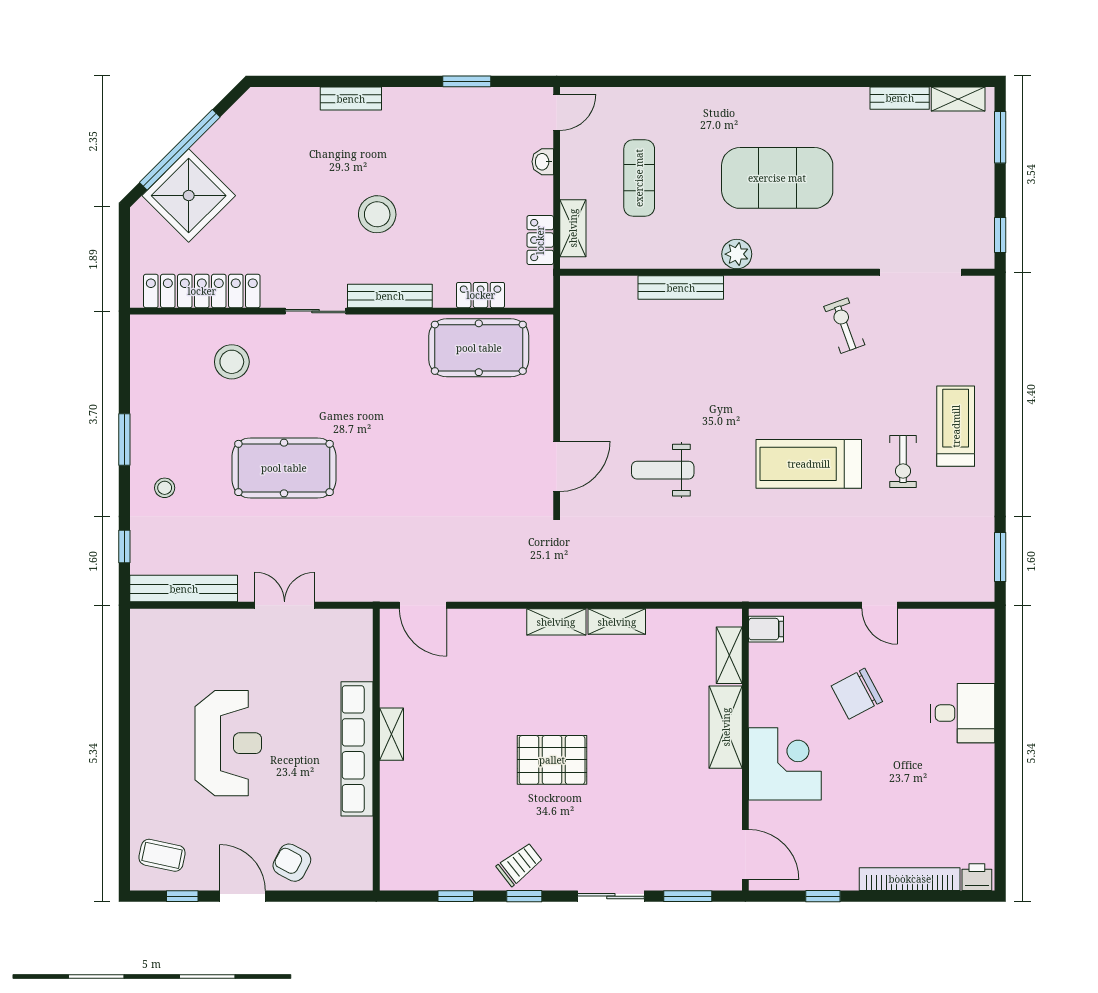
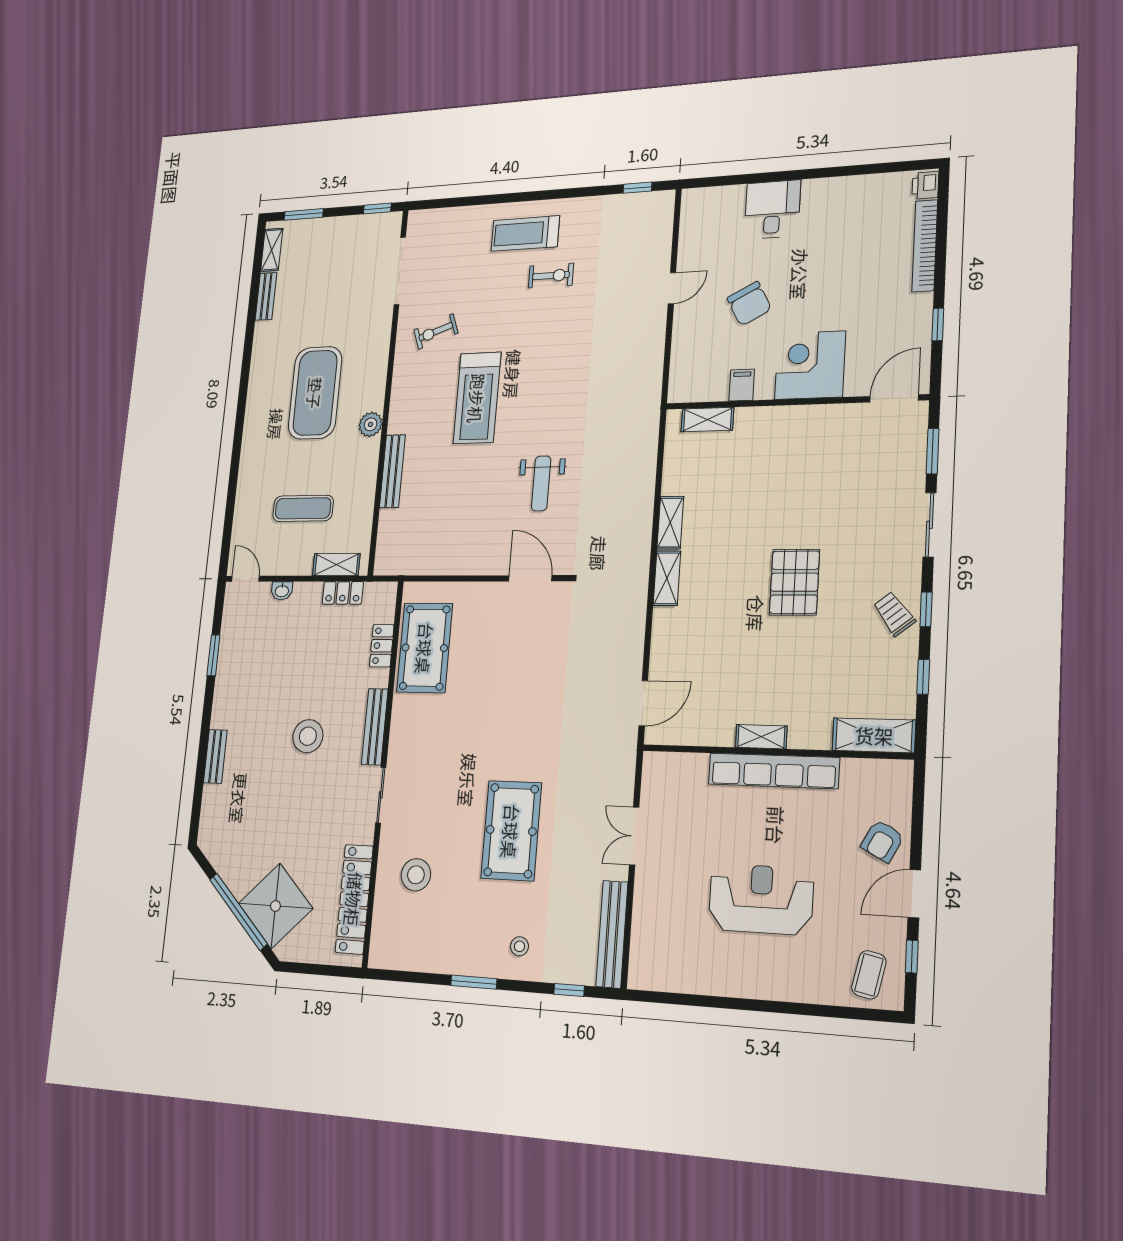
treadmill: (809, 464) -> (477, 398), moved
window: (1000, 557) -> (638, 188), width x0.67
filing cabinet: (766, 629) -> (742, 385), moved
shelving: (726, 727) -> (874, 735), moved

